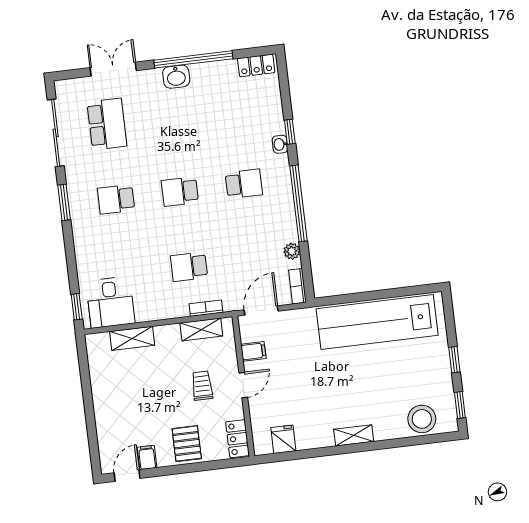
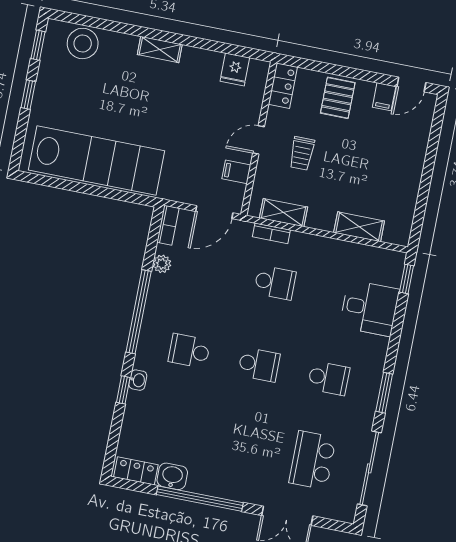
washbasin: (176, 77) -> (172, 476), moved
desk: (110, 302) -> (369, 308), moved, turned 90

